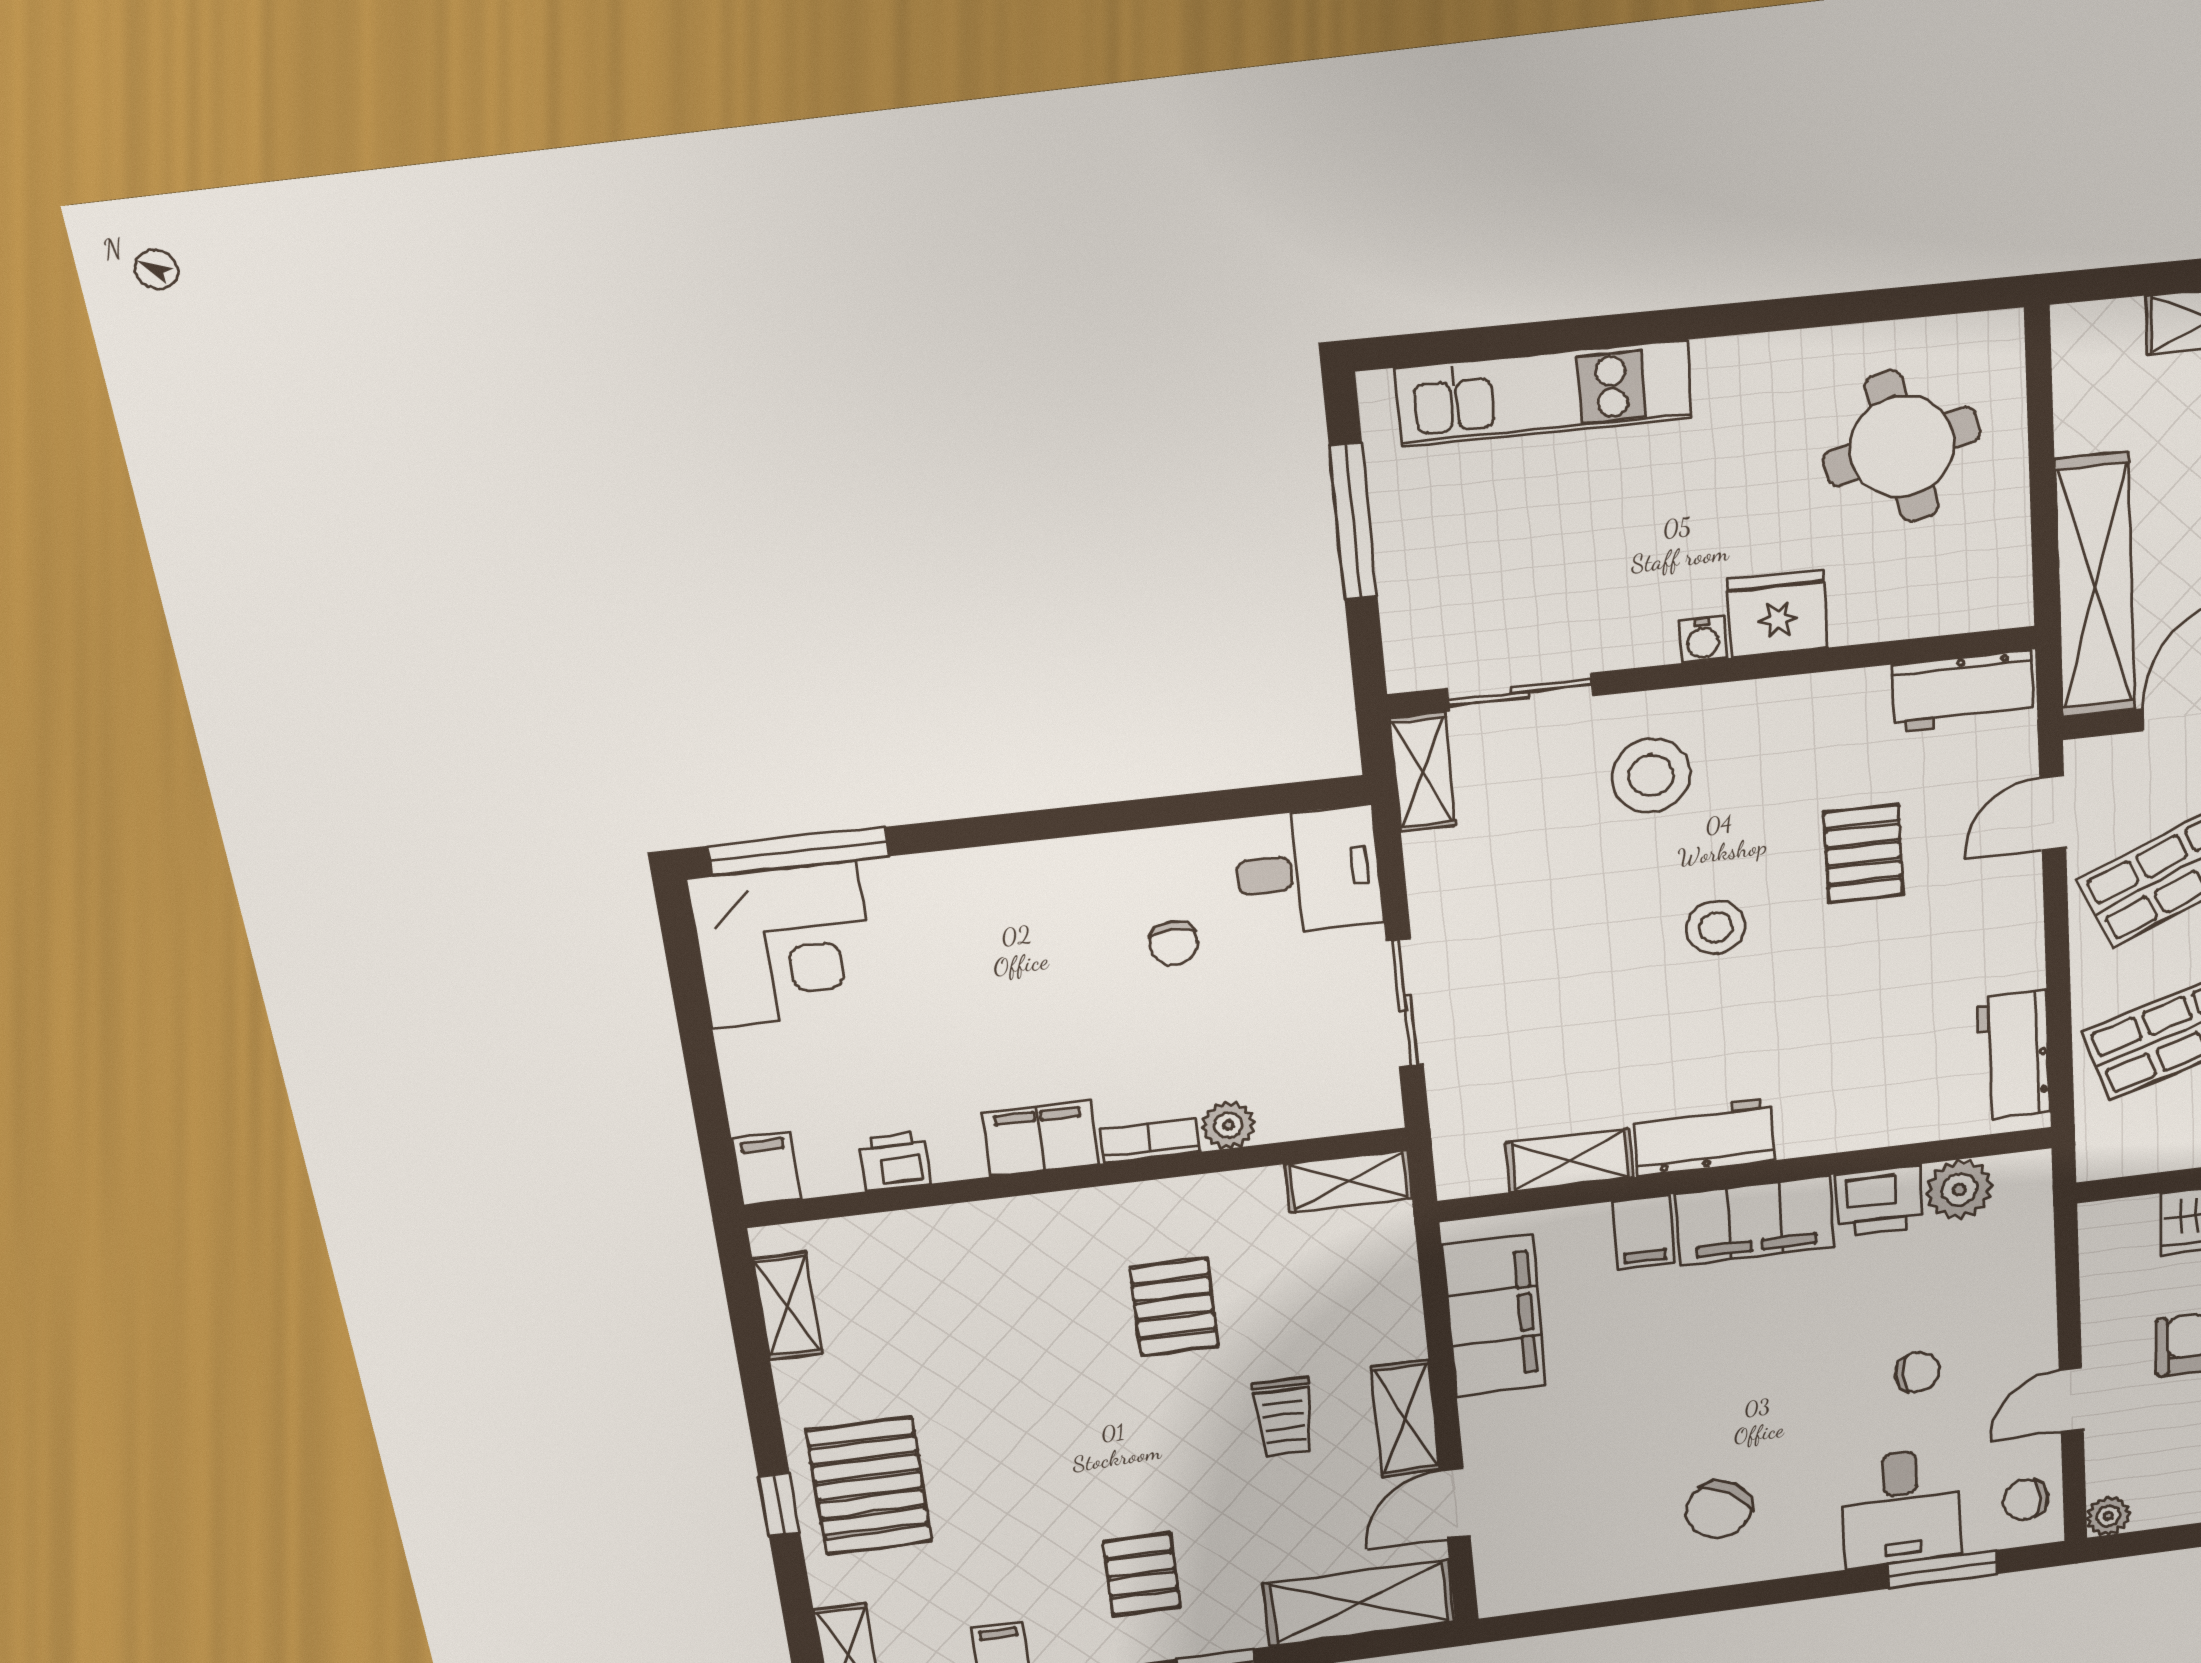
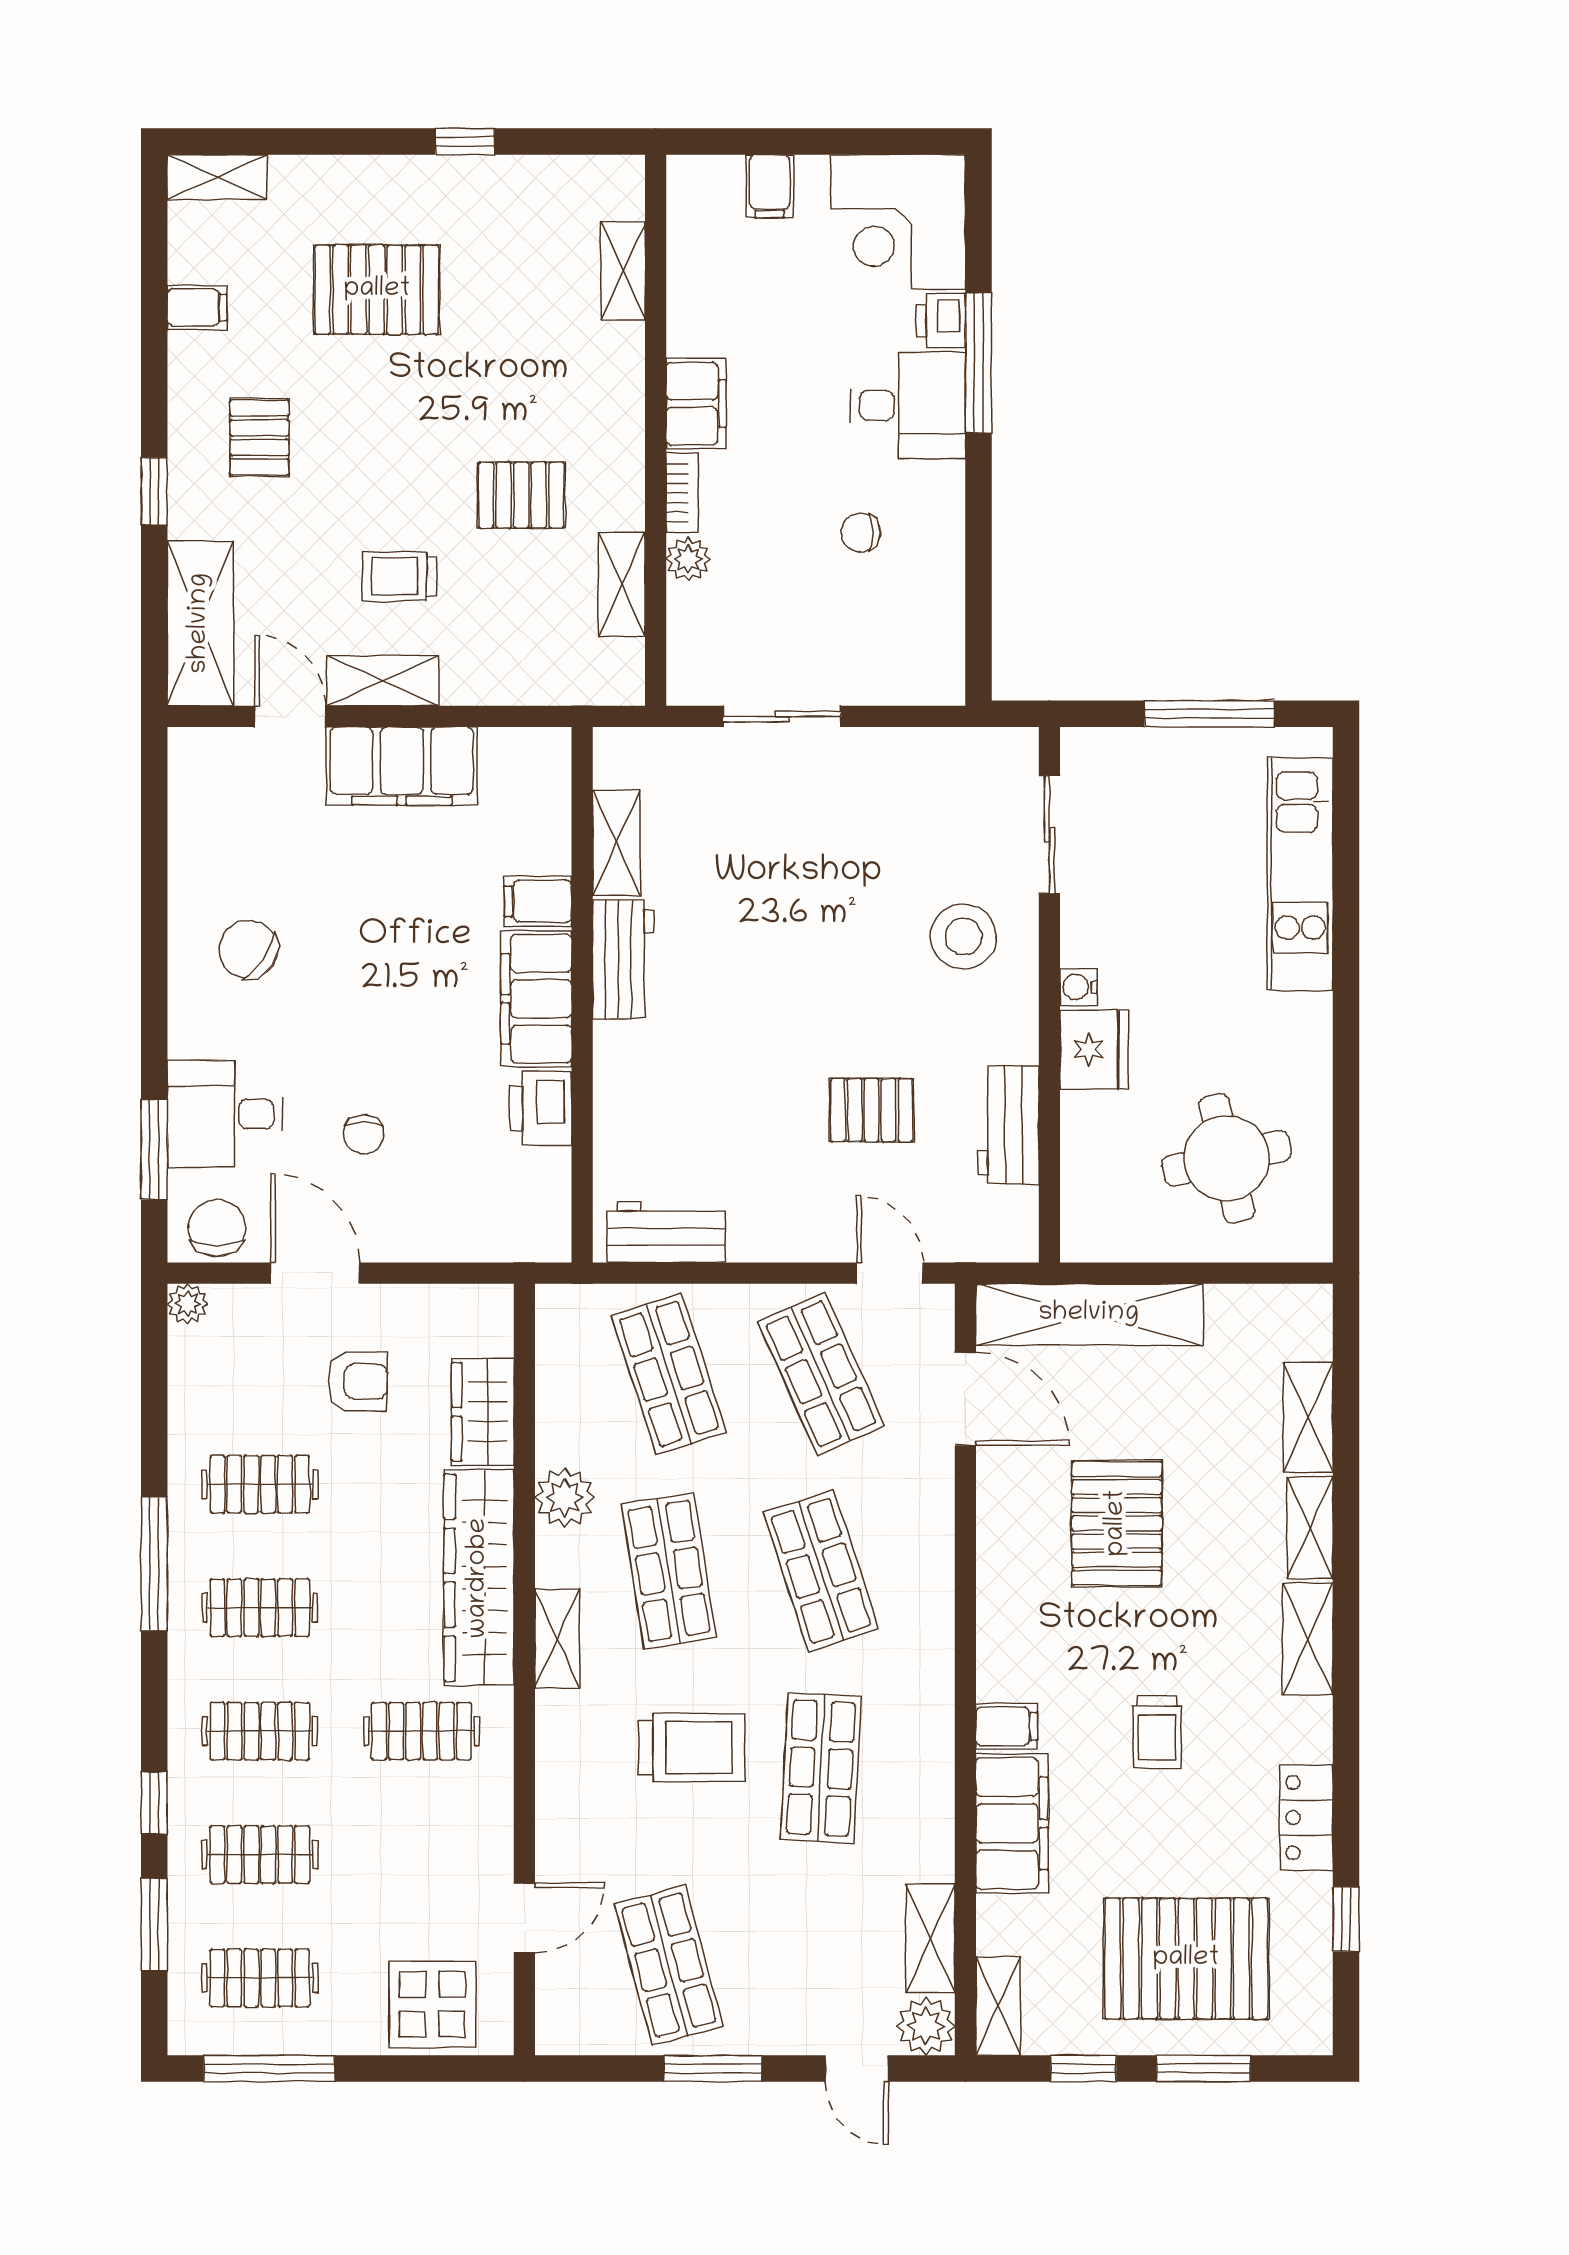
workbench: (1963, 691) -> (1008, 1125), moved
shelving: (1423, 772) -> (988, 750), removed
window: (798, 851) -> (979, 363), moved
desk: (1308, 871) -> (908, 405), moved, turned -90
stool: (1716, 927) -> (819, 982), removed
printer: (894, 1162) -> (941, 321), moved, turned 180
filing cabinet: (766, 1169) -> (770, 186), moved, turned 90
shelving: (1349, 1181) -> (622, 584), moved
plant: (1959, 1190) -> (542, 1179), removed
shelving: (788, 1306) -> (623, 271), moved, turned 90
filing cabinet: (1494, 1316) -> (402, 766), moved
door: (2071, 1400) -> (315, 1273), width x1.37
pallet: (869, 1486) -> (377, 290), moved
chair: (2026, 1499) -> (217, 1228), width x1.37, depth x1.37
window: (779, 1505) -> (465, 142), moved
pallet: (1142, 1574) -> (259, 438), turned 90

